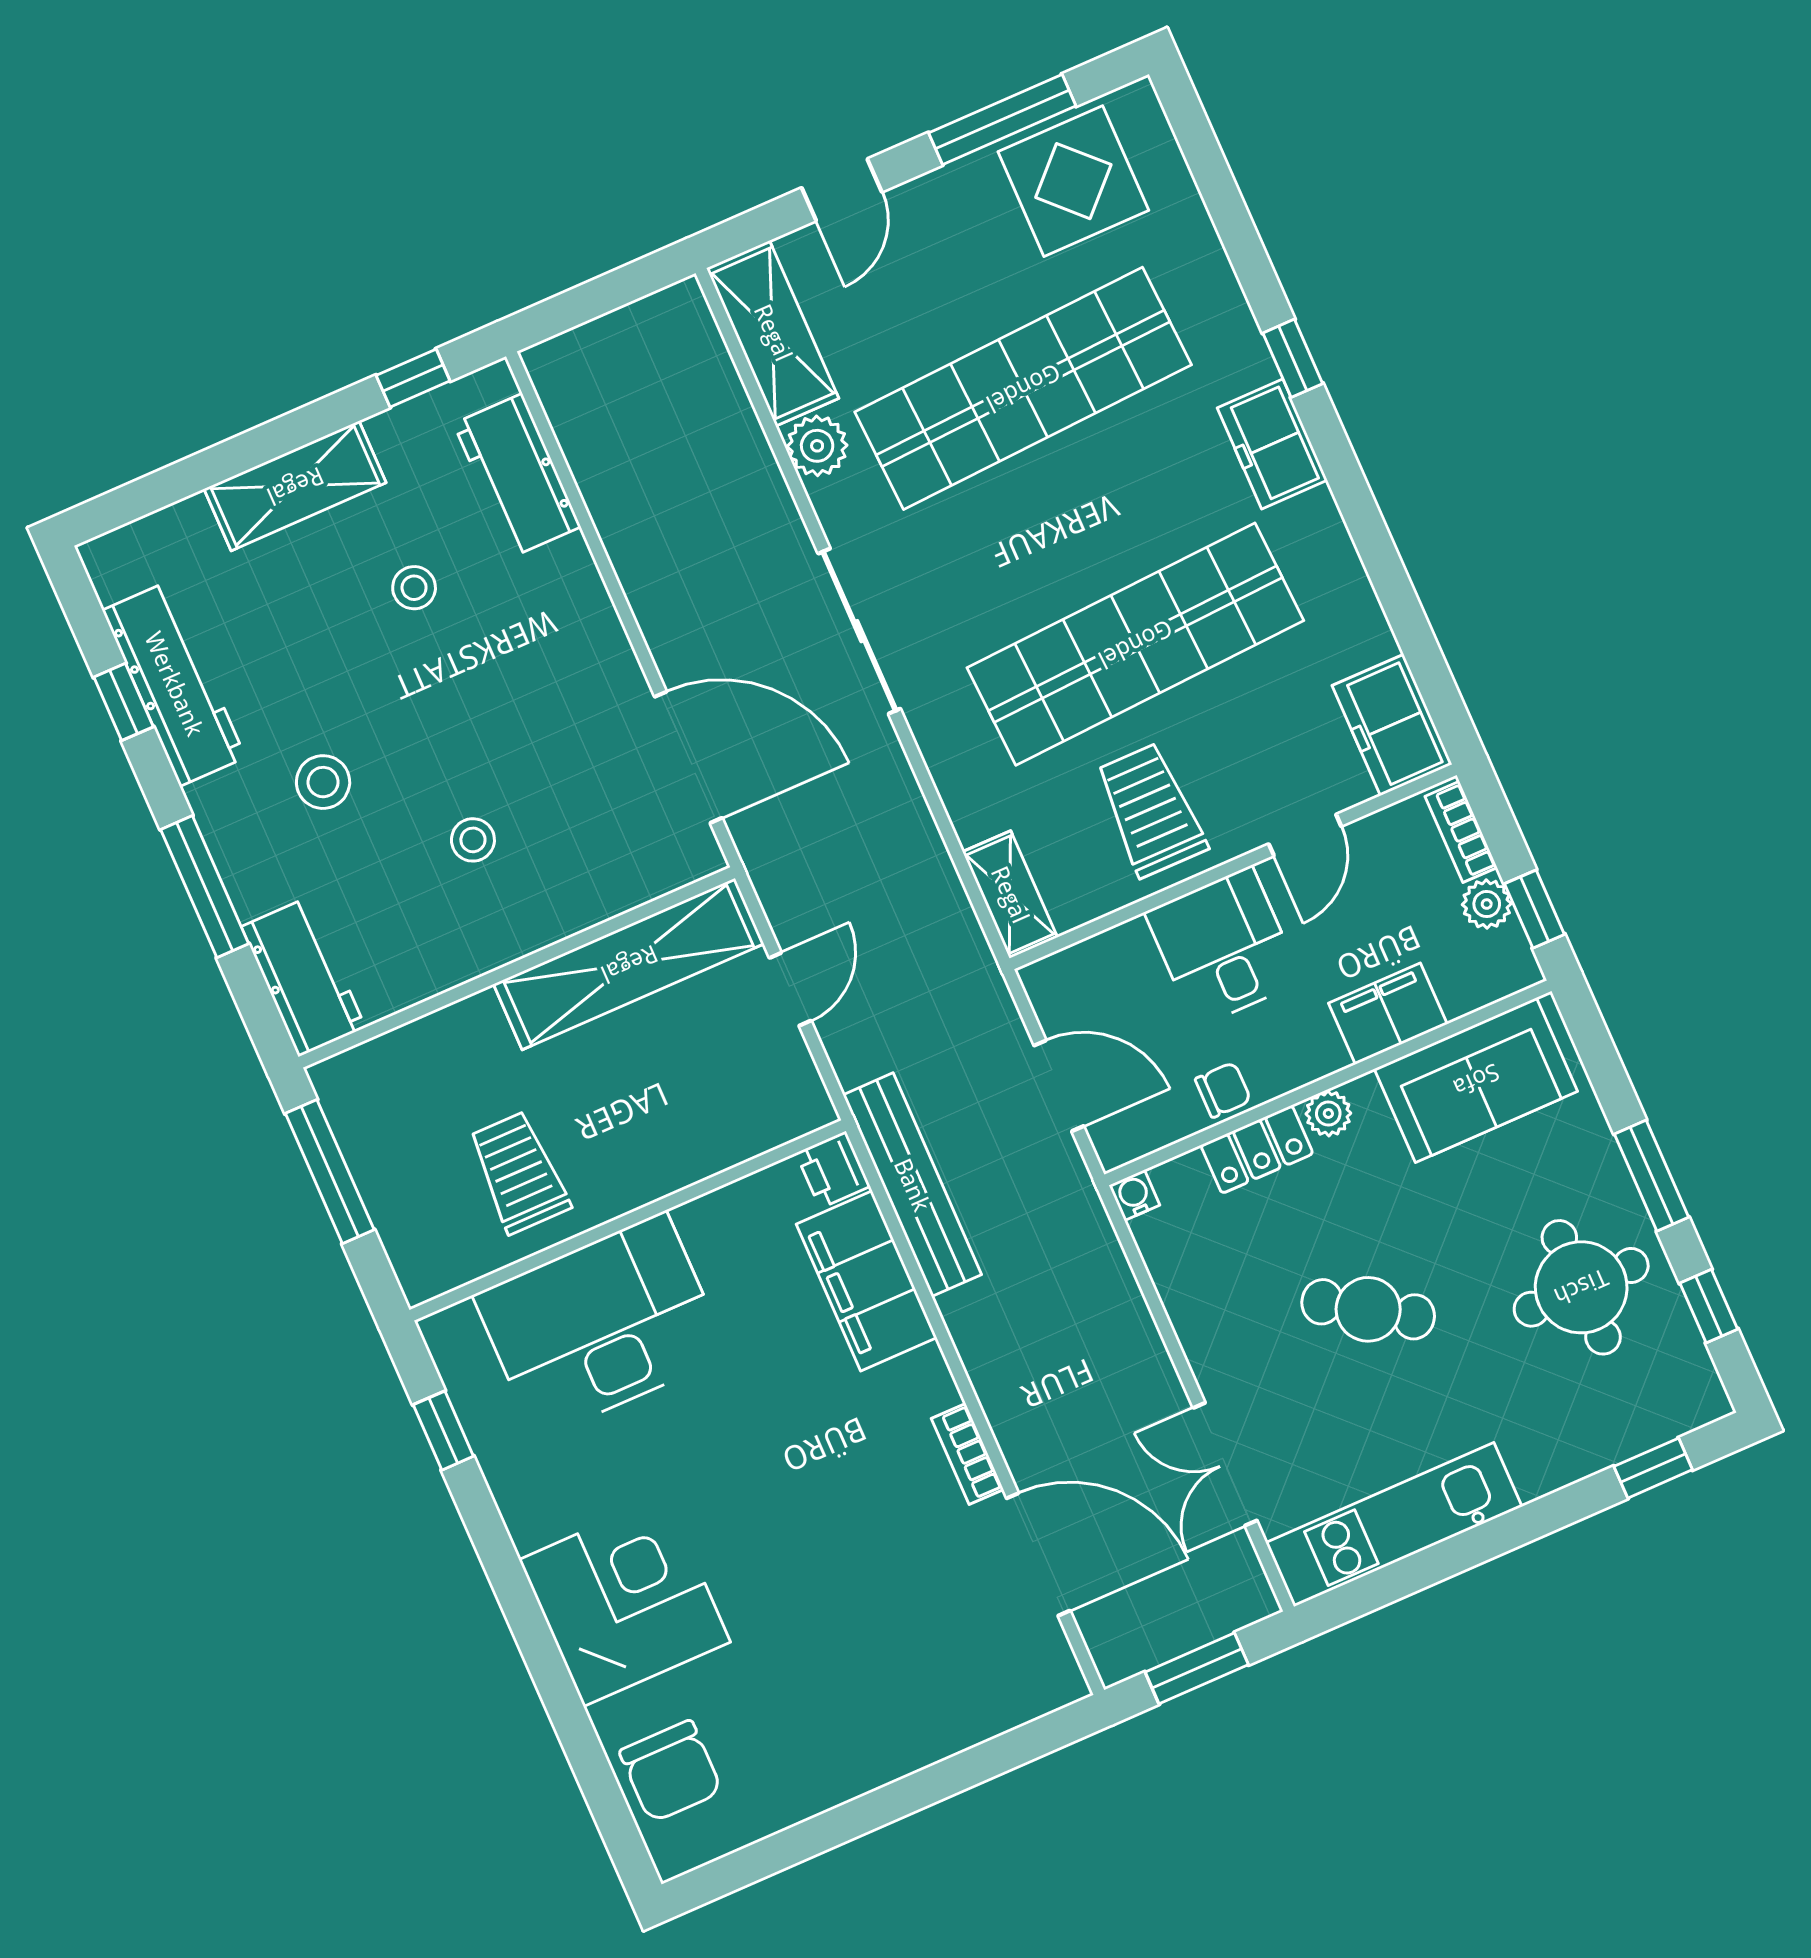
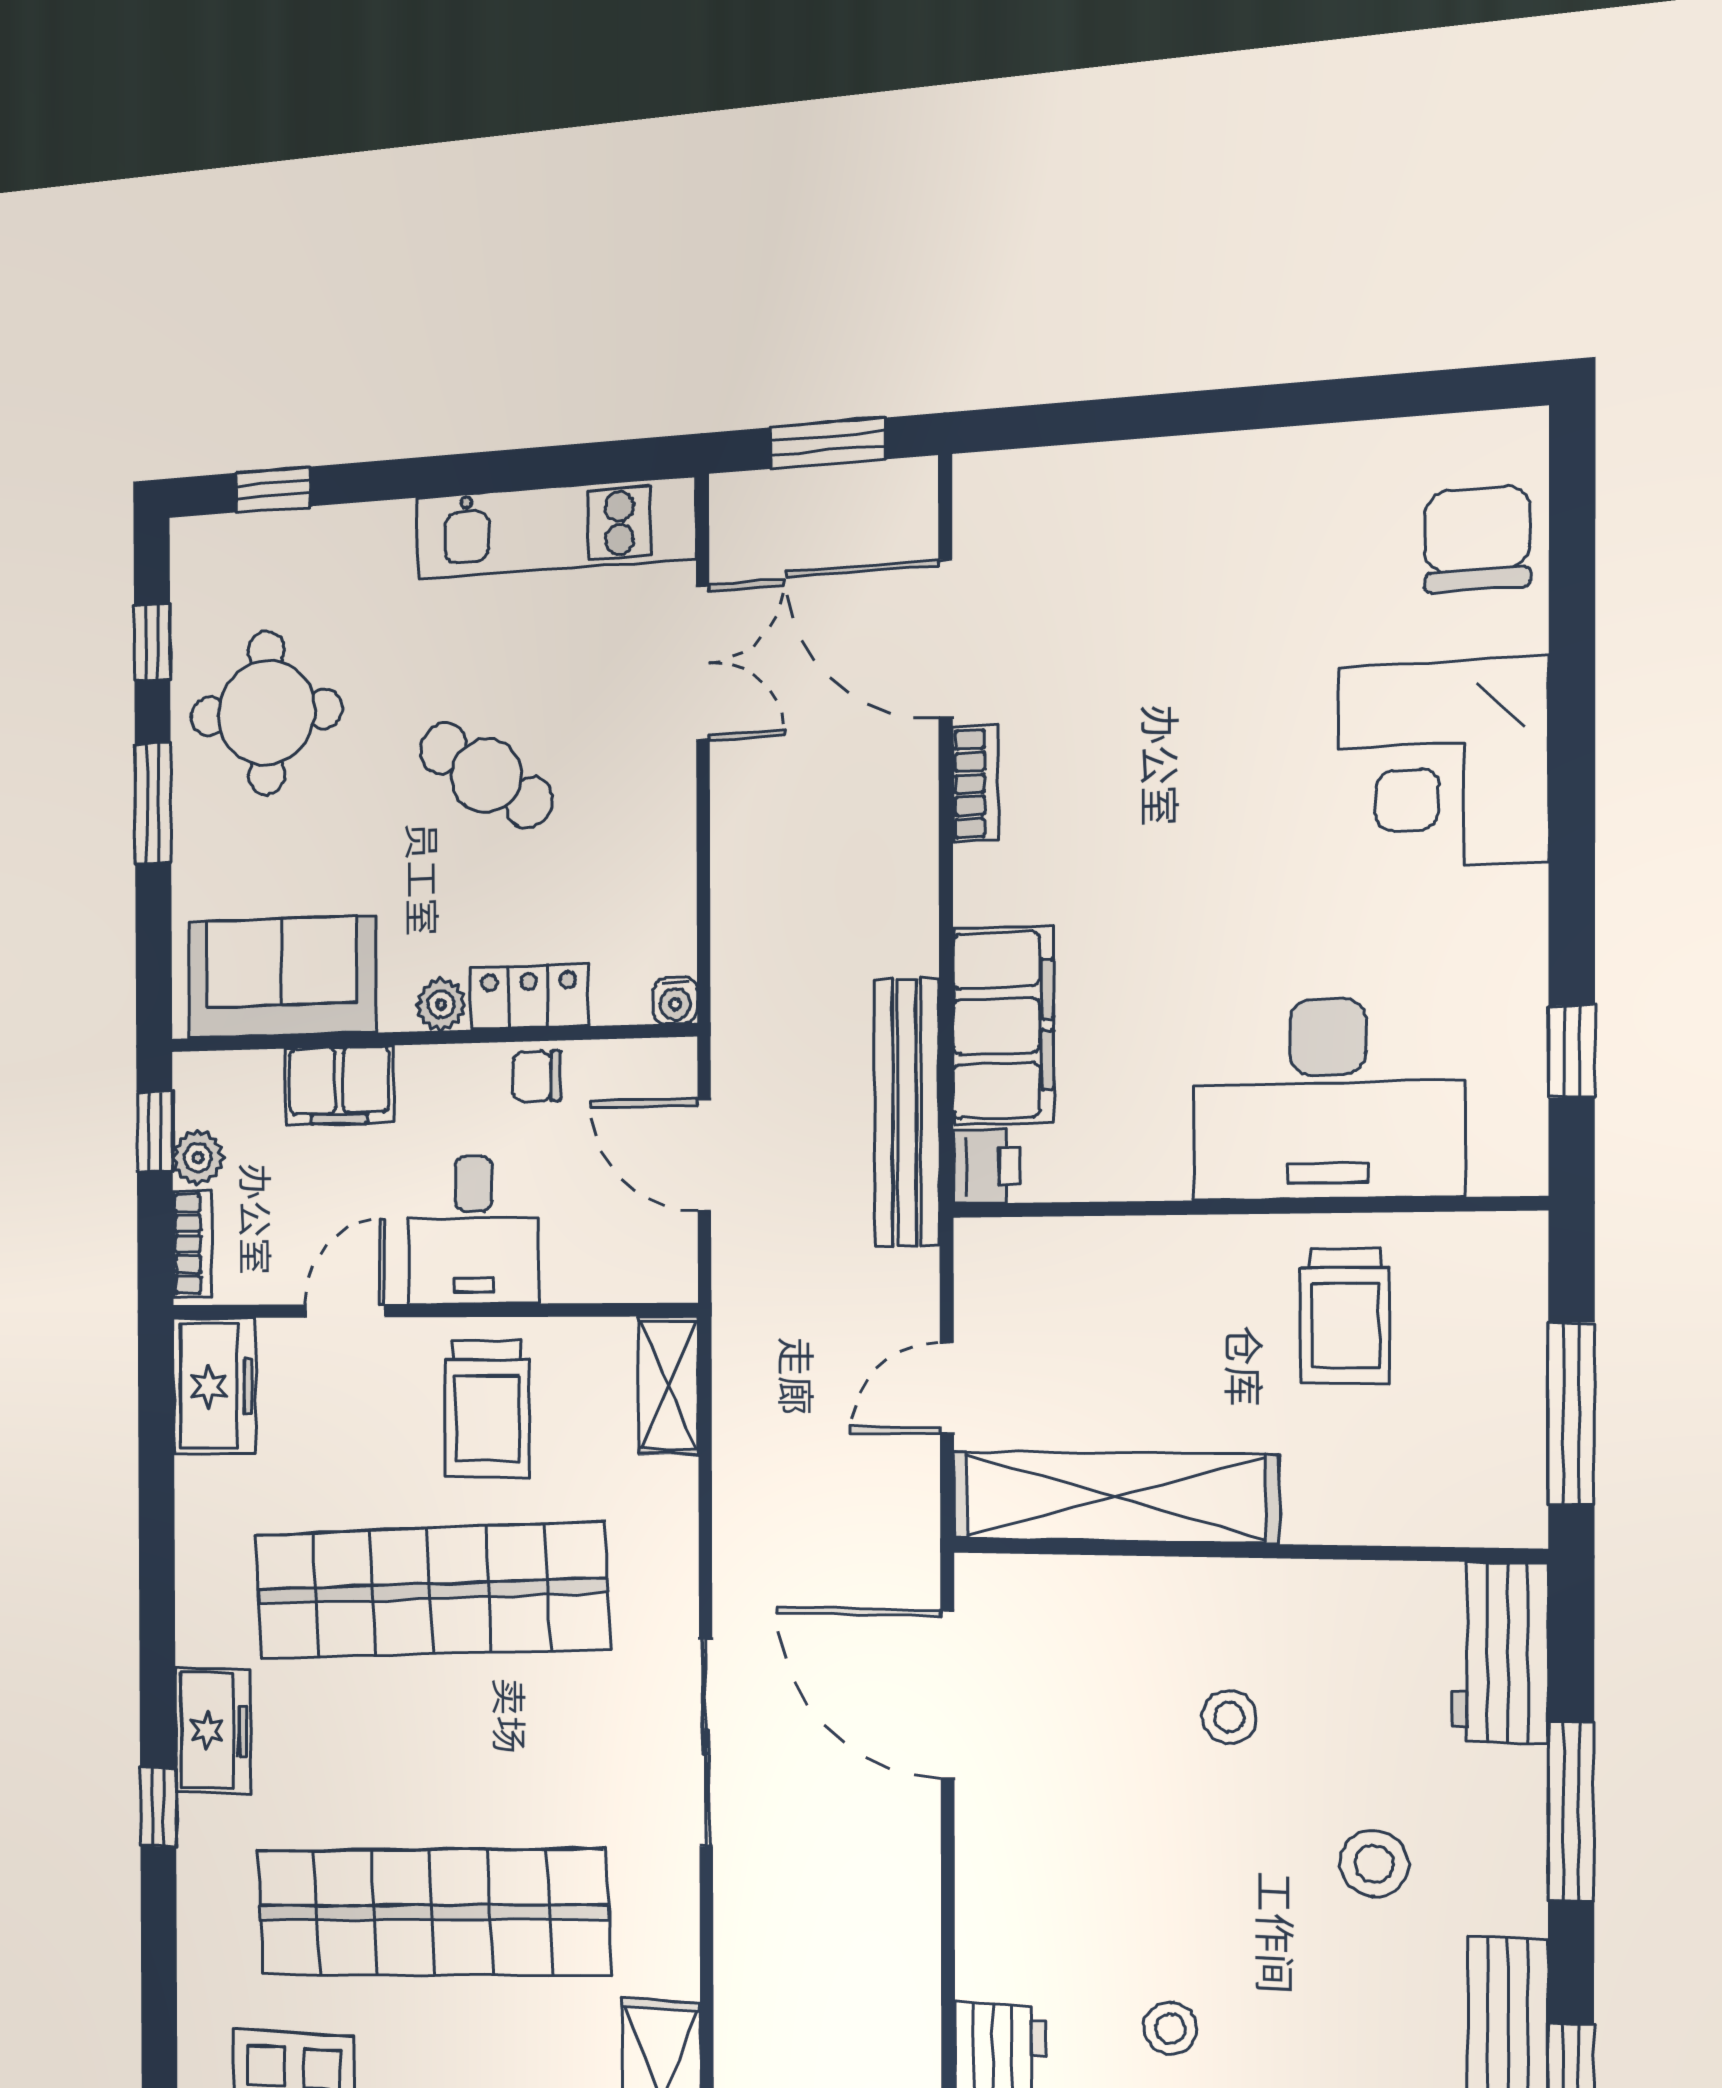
plant: (817, 446) -> (666, 1960), removed

